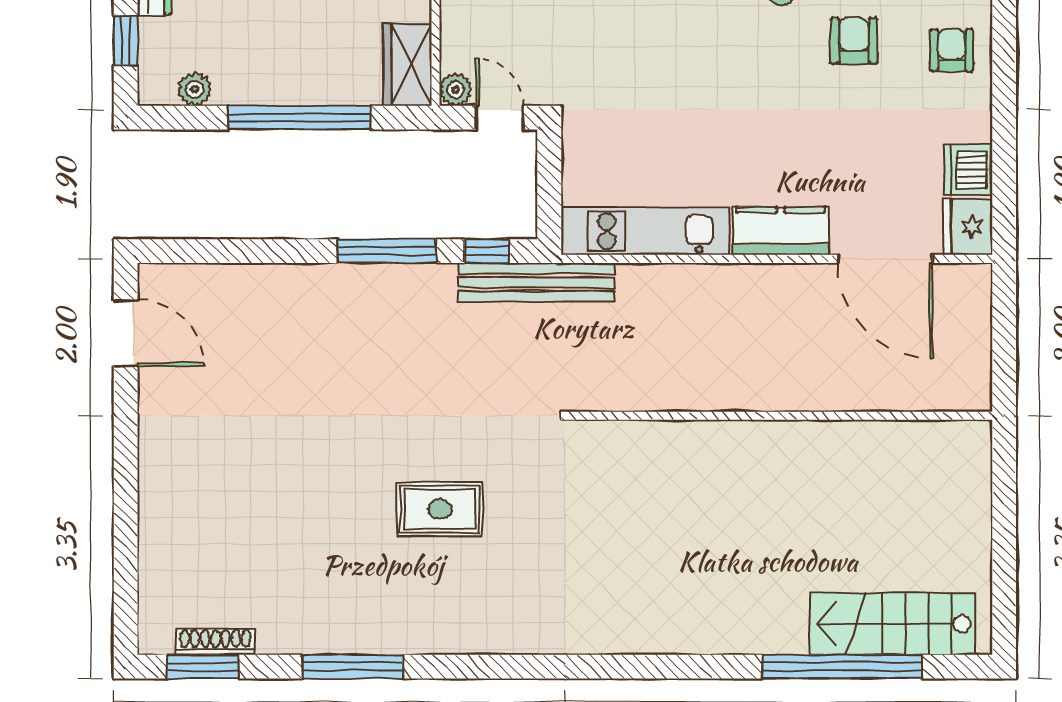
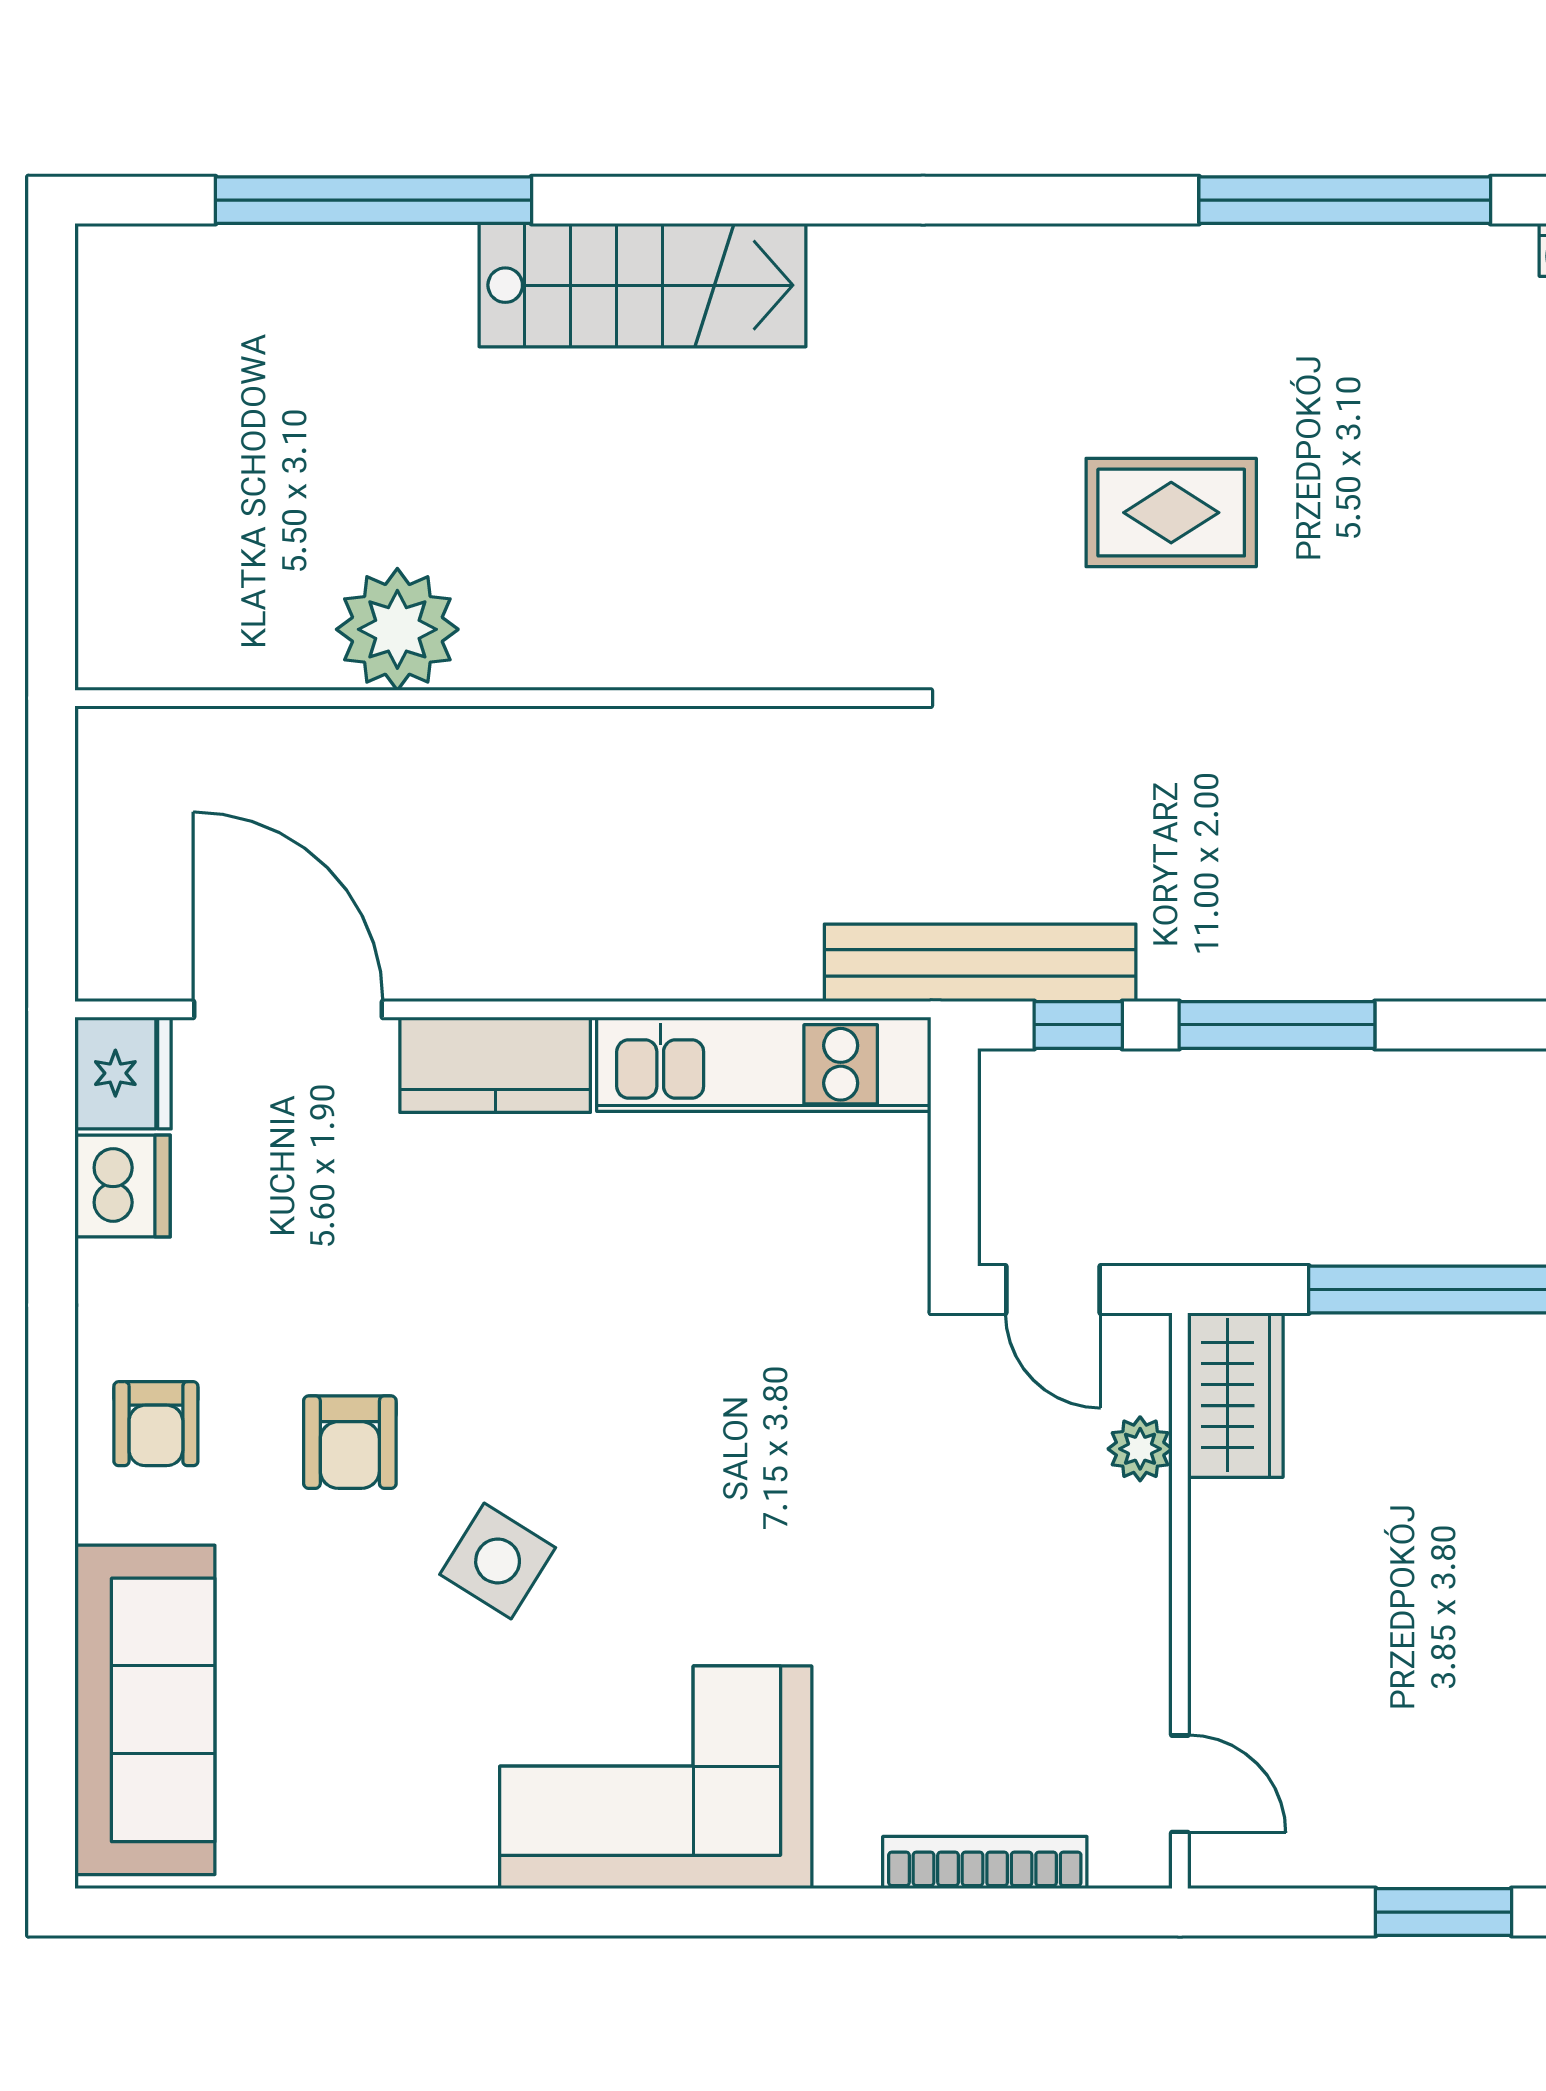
plant: (456, 90) -> (1140, 1449), moved
plant: (830, 450) -> (397, 629), added
stairs: (892, 624) -> (643, 285), moved
window: (353, 667) -> (1345, 200), width x1.46

